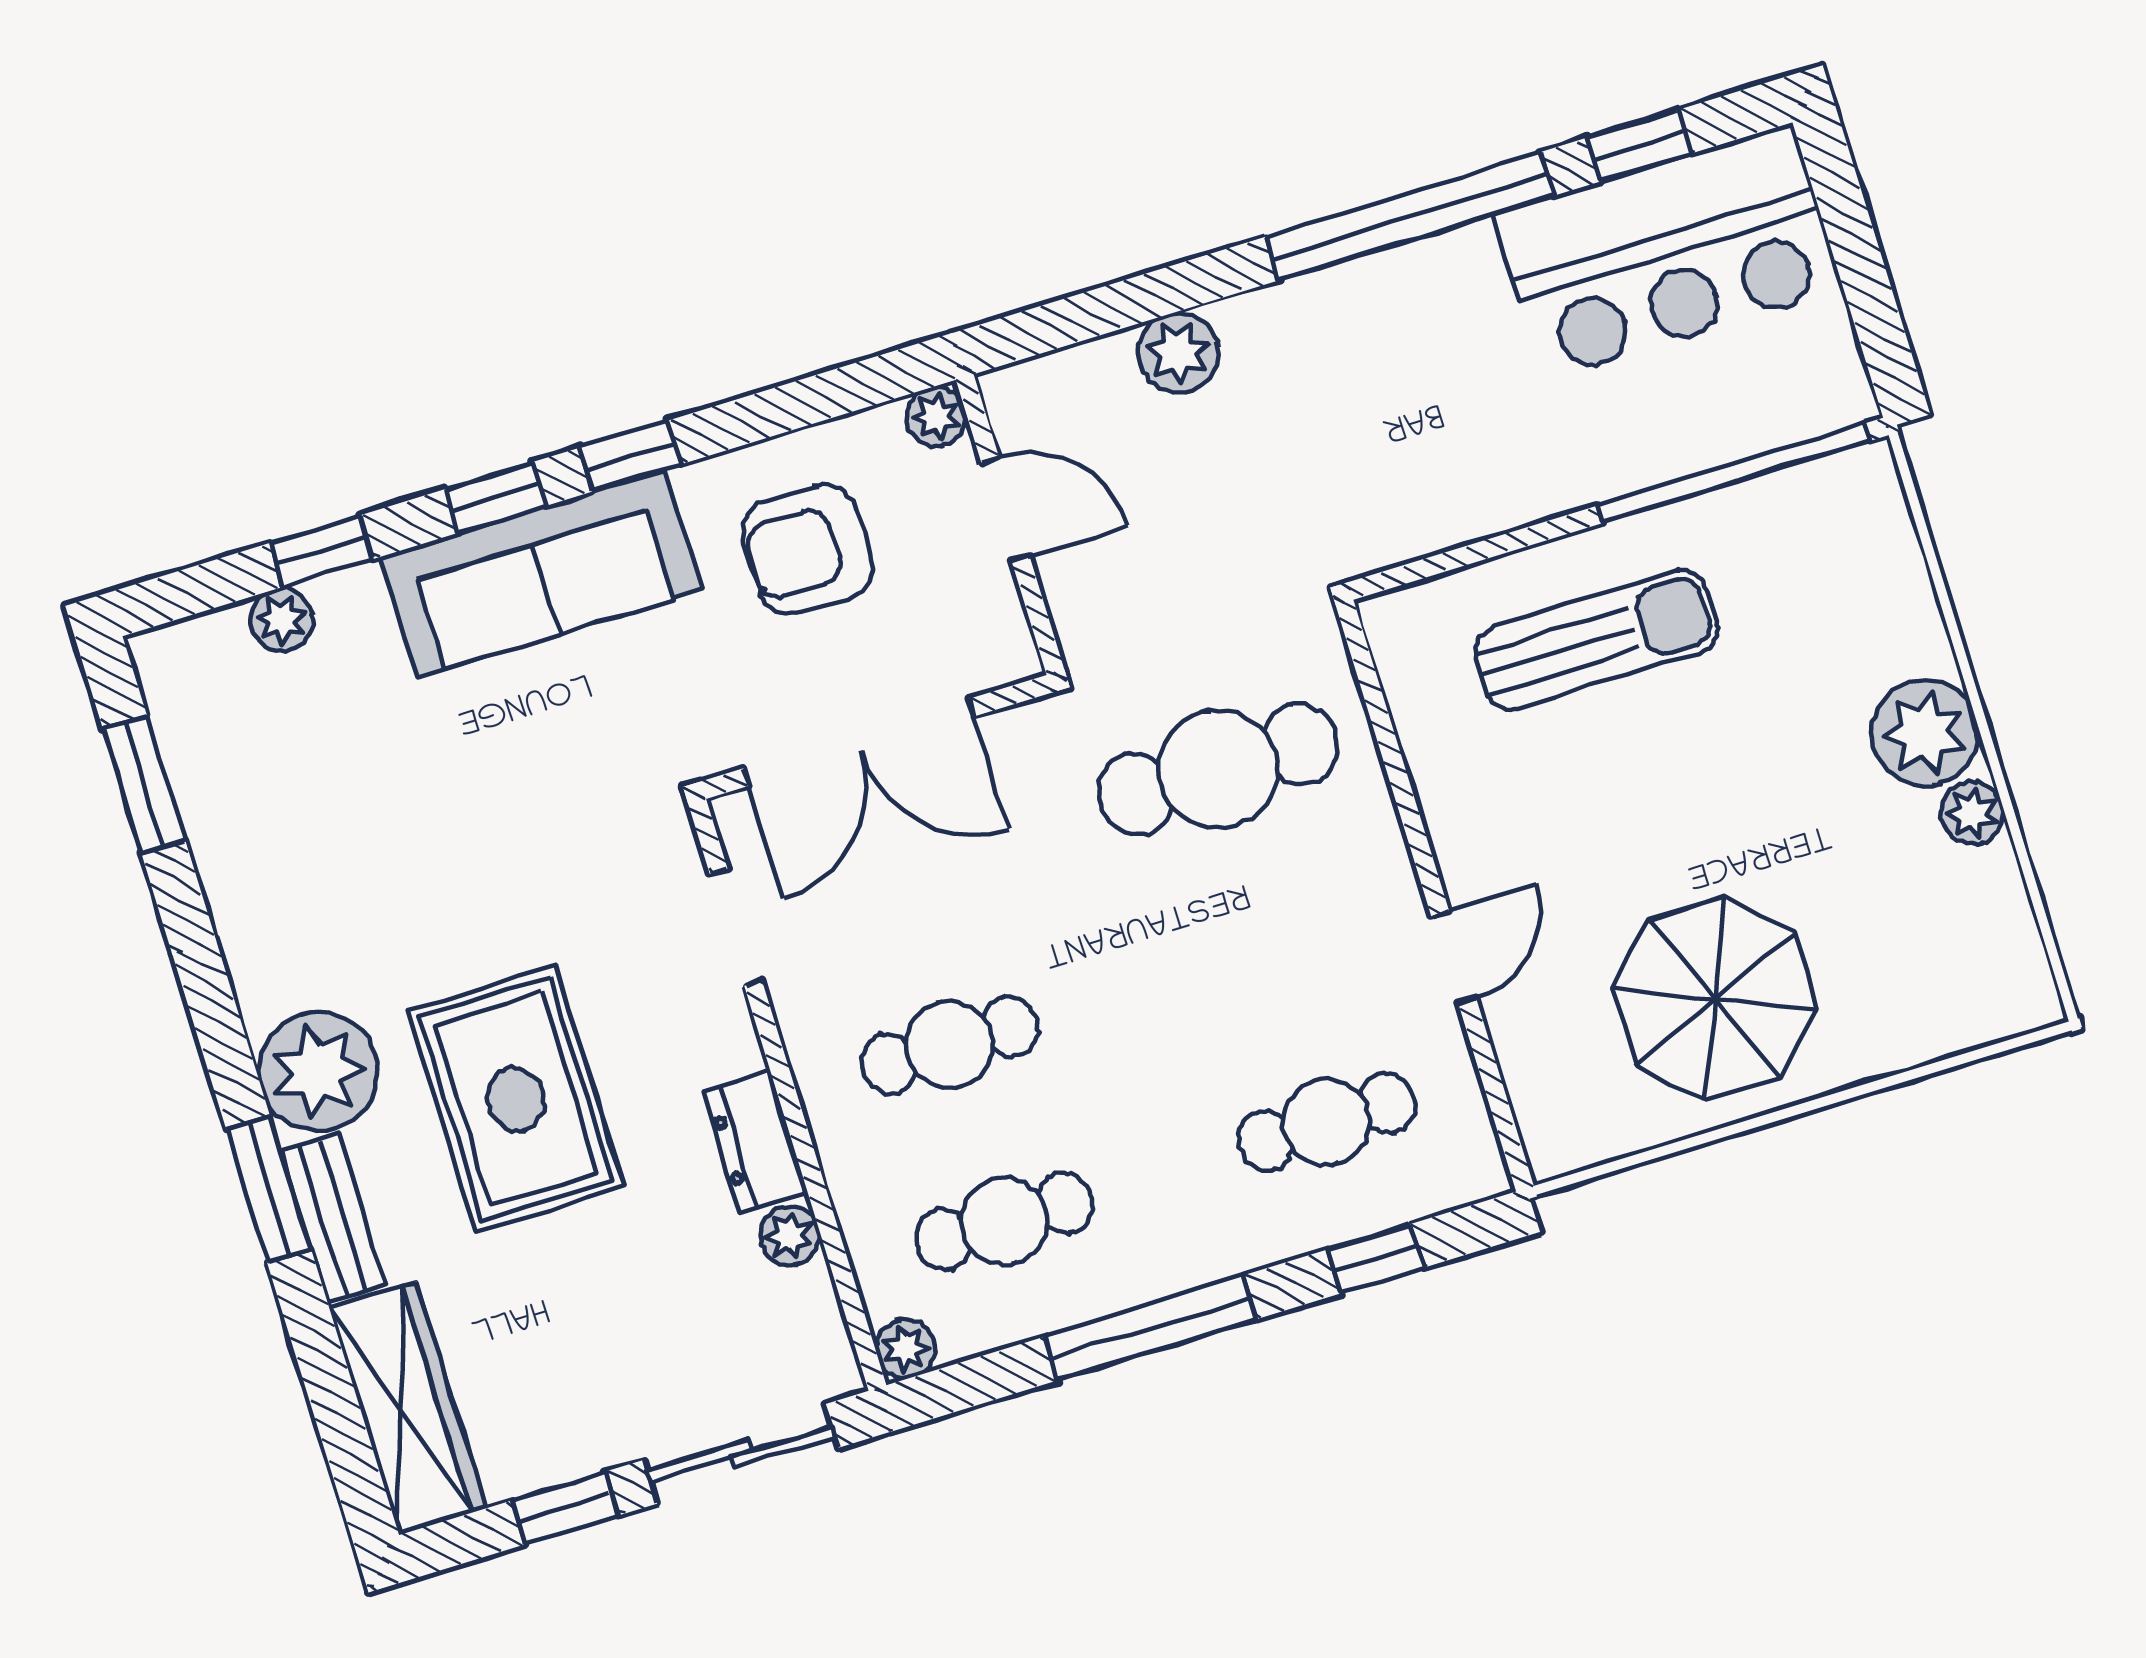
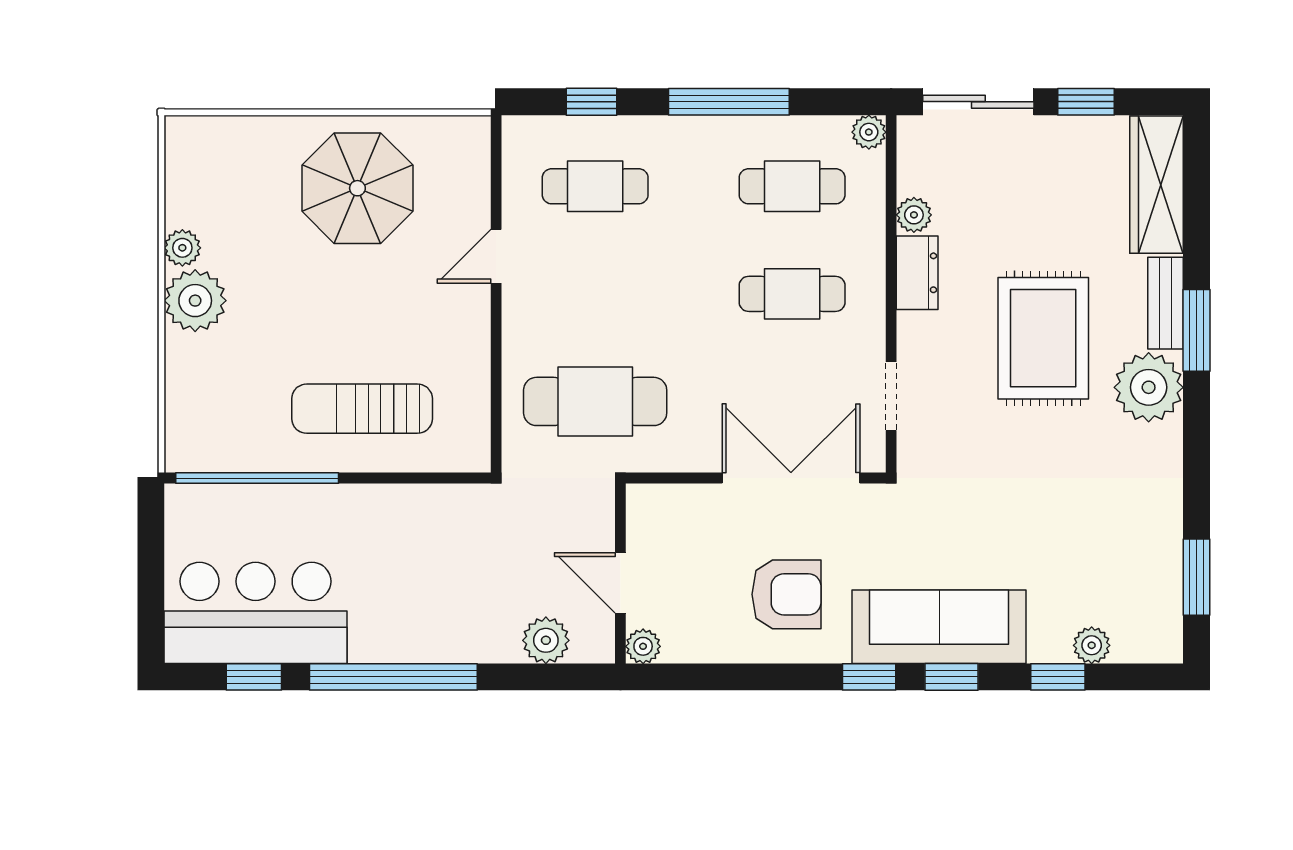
plant: (936, 417) -> (643, 646), moved
door: (1005, 509) -> (620, 583), moved
wall: (1010, 525) -> (620, 573), moved

